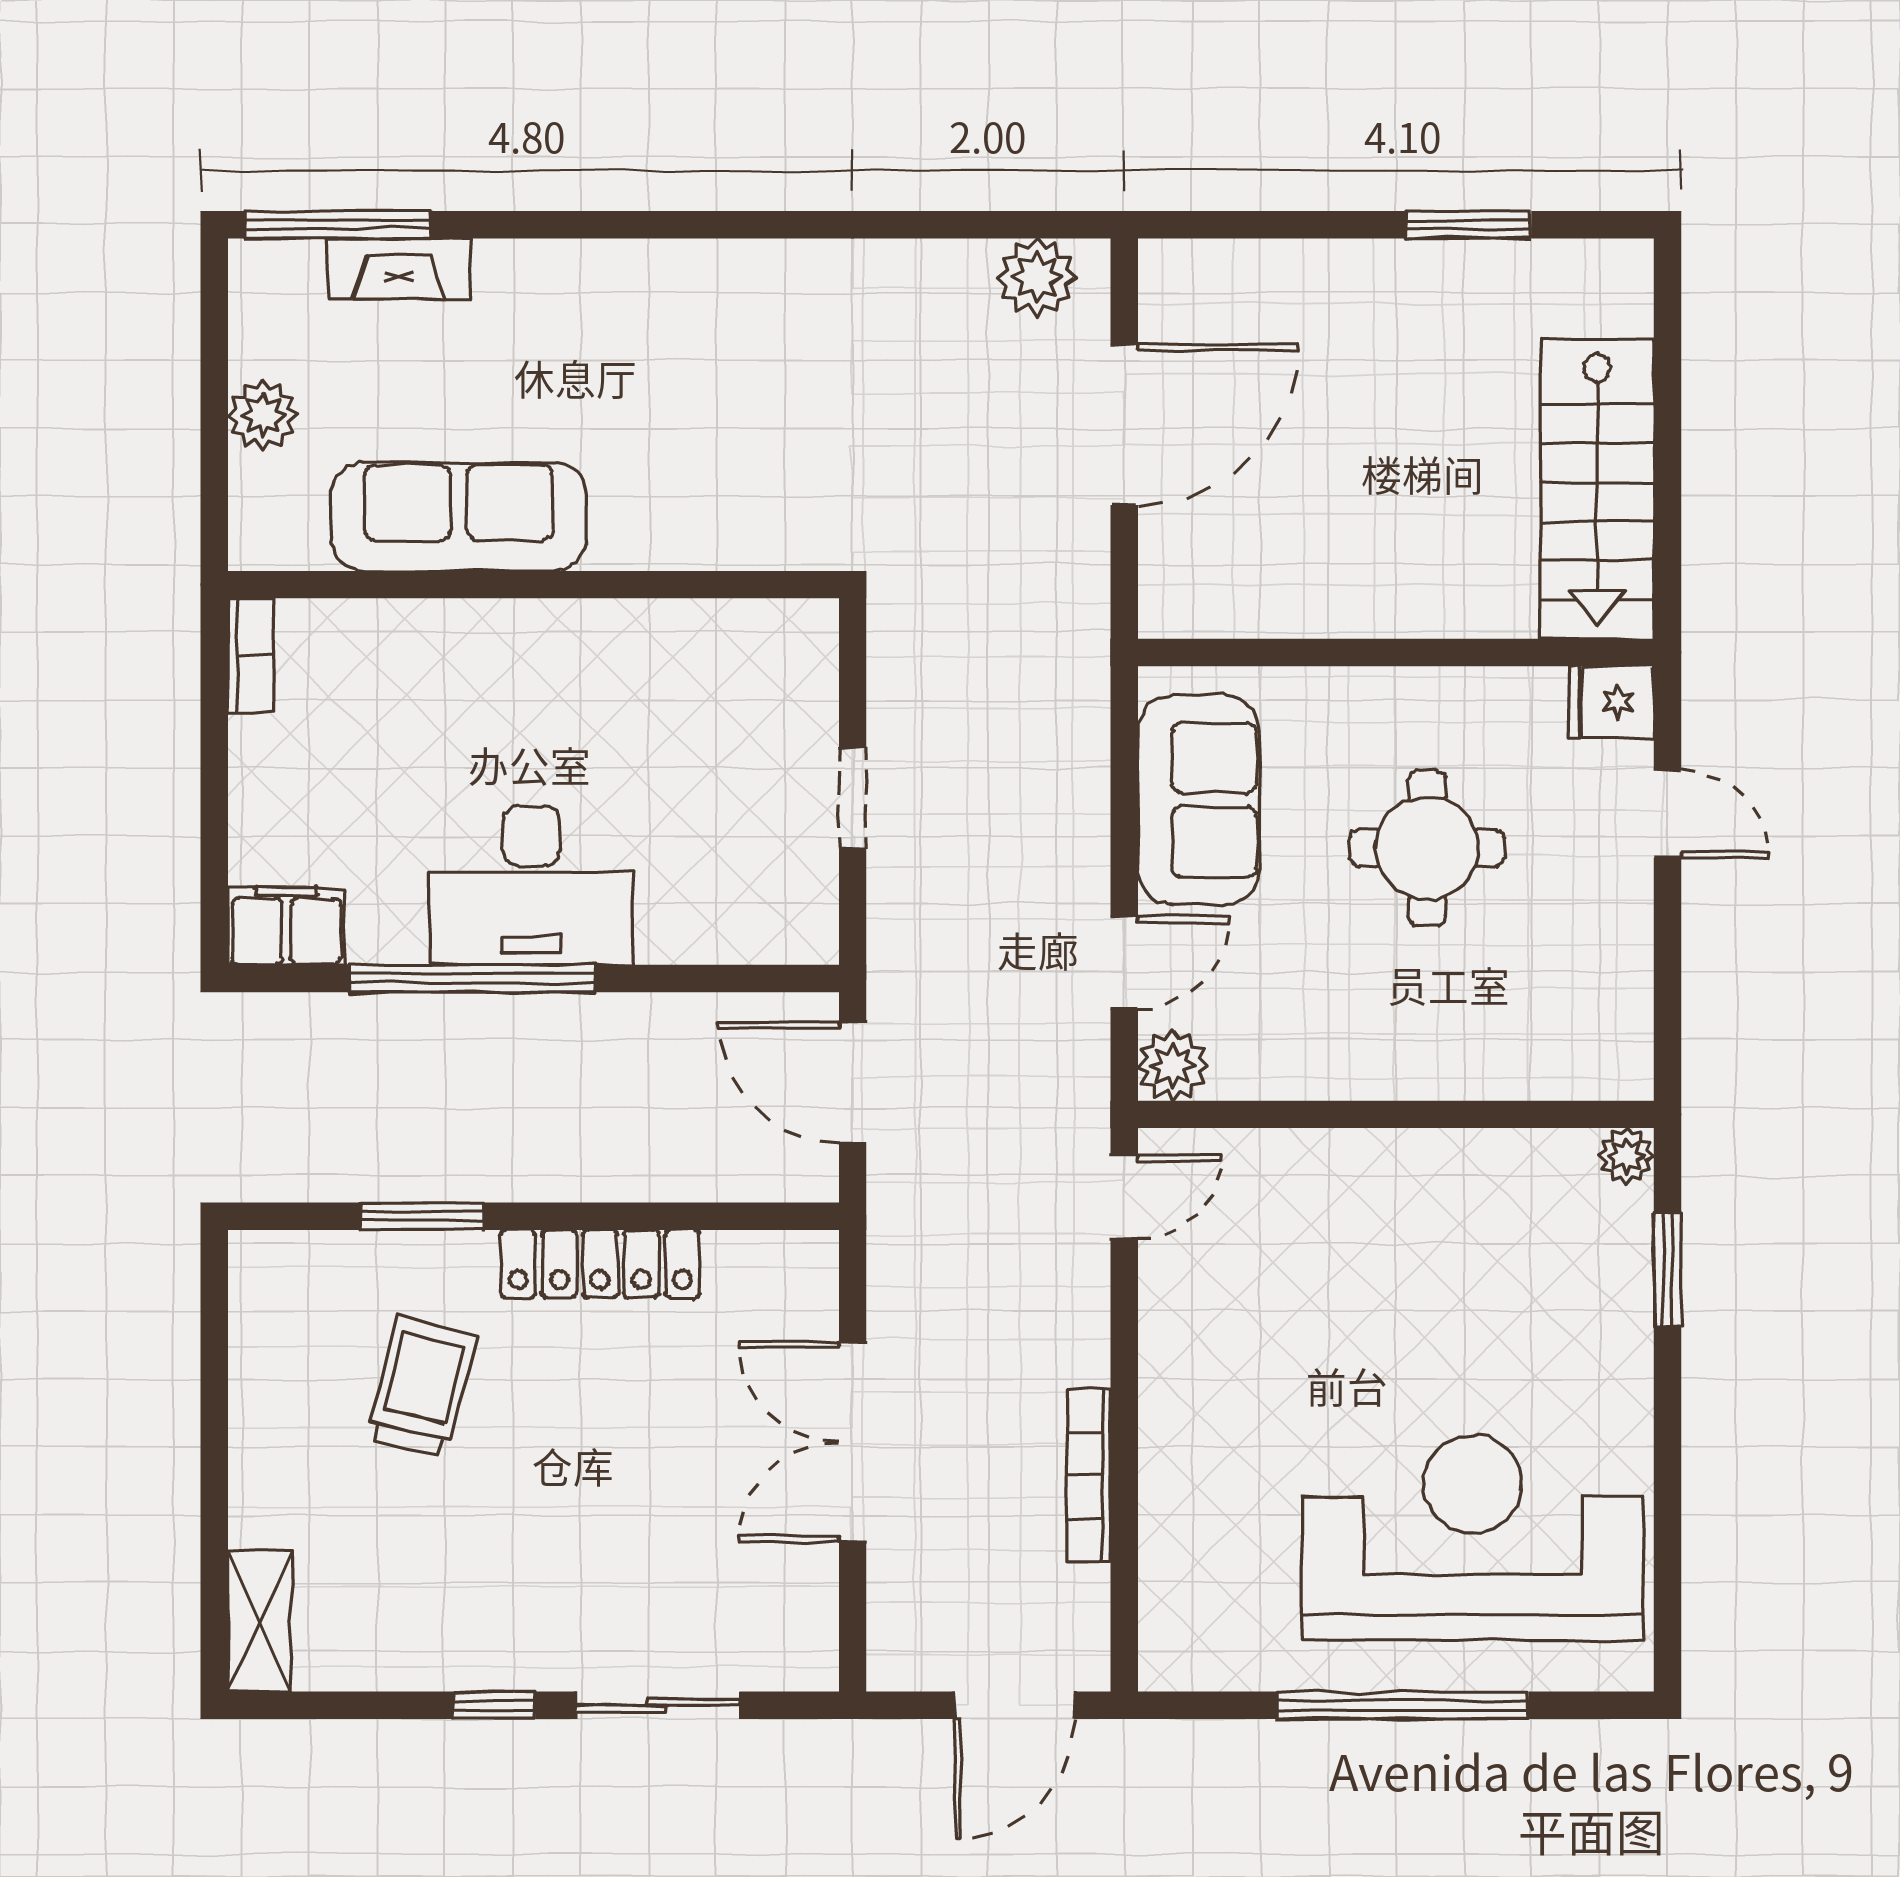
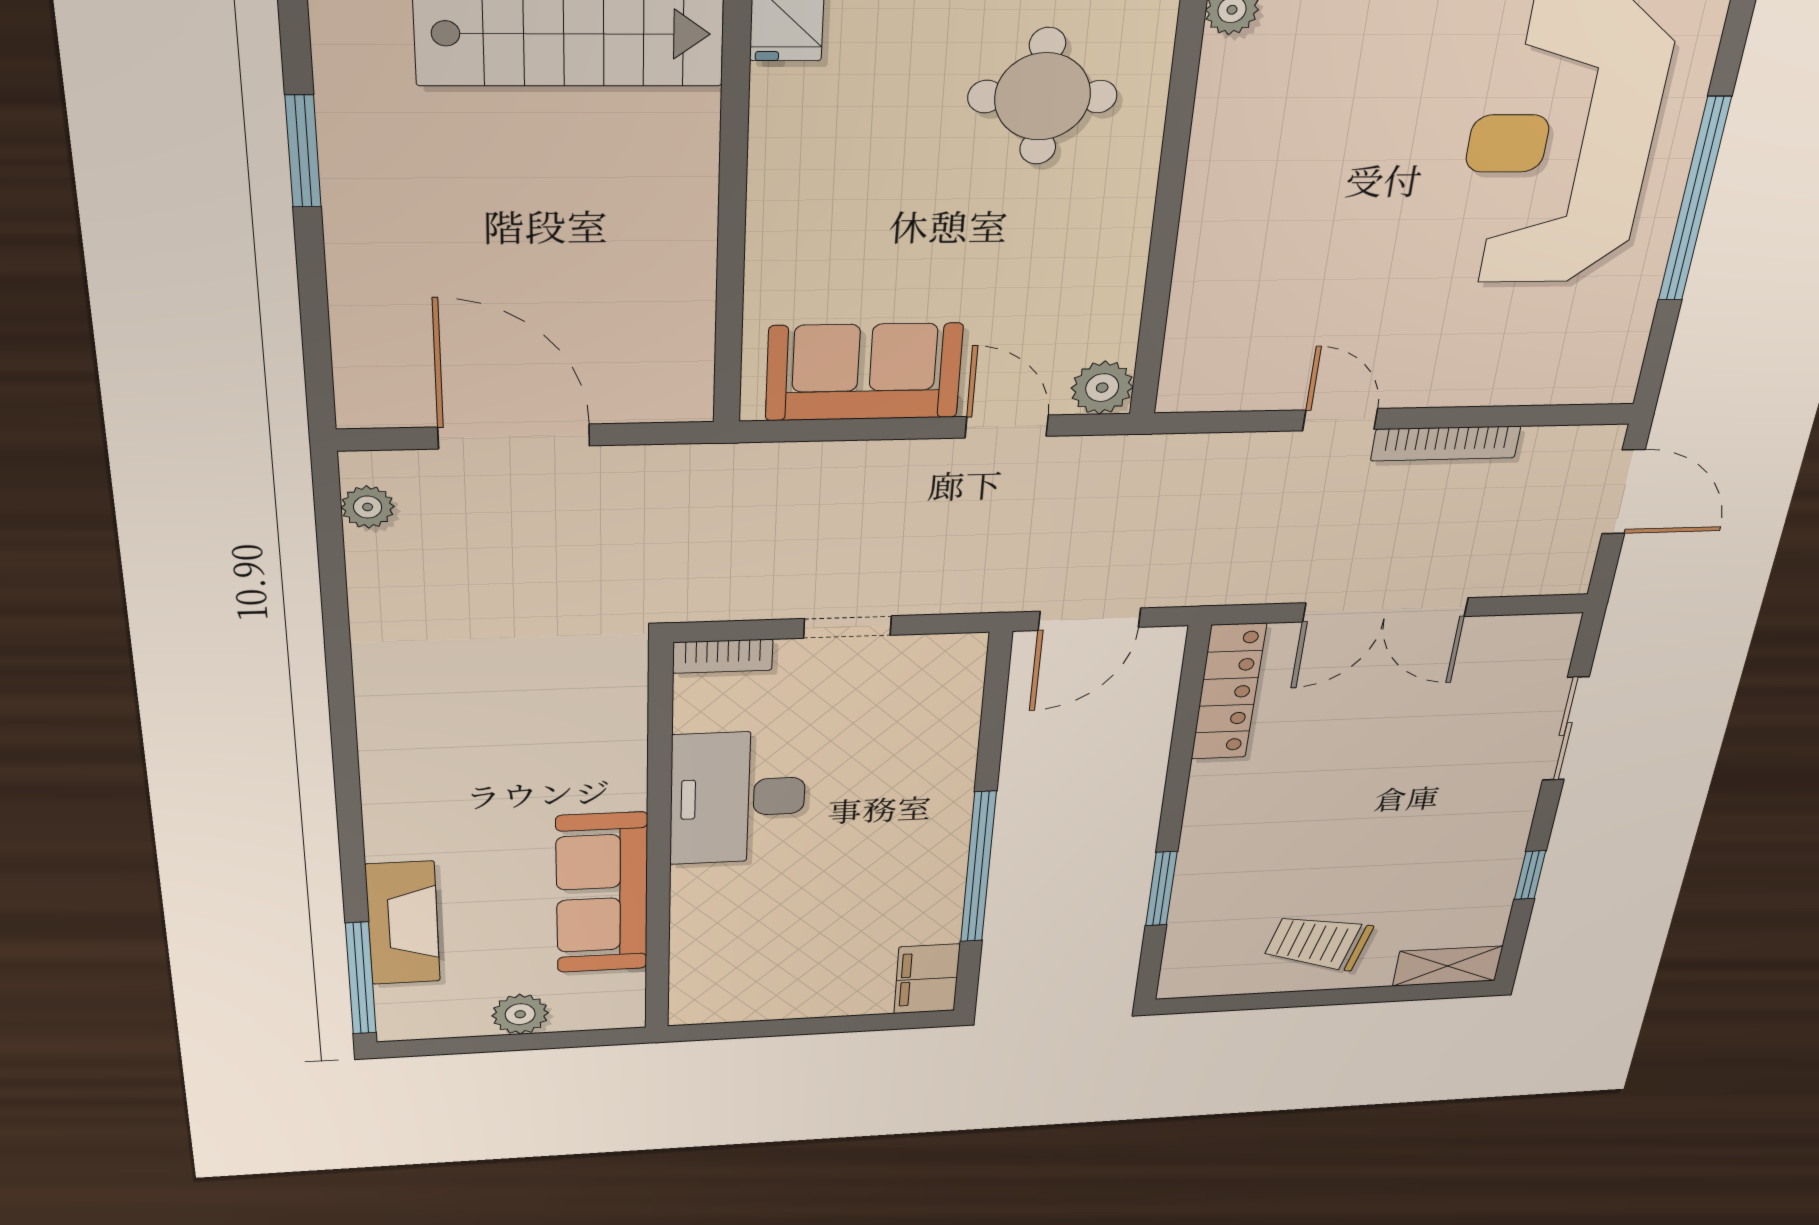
fireplace: (399, 269) -> (403, 923), width x1.37, depth x1.32
plant: (1037, 277) -> (368, 507), width x0.73, depth x0.73
bookcase: (251, 655) -> (723, 656), moved, turned 180
round table: (1427, 848) -> (1043, 97), moved
desk: (531, 885) -> (738, 798), moved, turned 180
door: (1124, 1197) -> (1340, 420), moved
locker: (600, 1264) -> (1228, 692), moved
trolley: (422, 1387) -> (1318, 942), moved
window: (494, 1705) -> (1530, 875), moved

